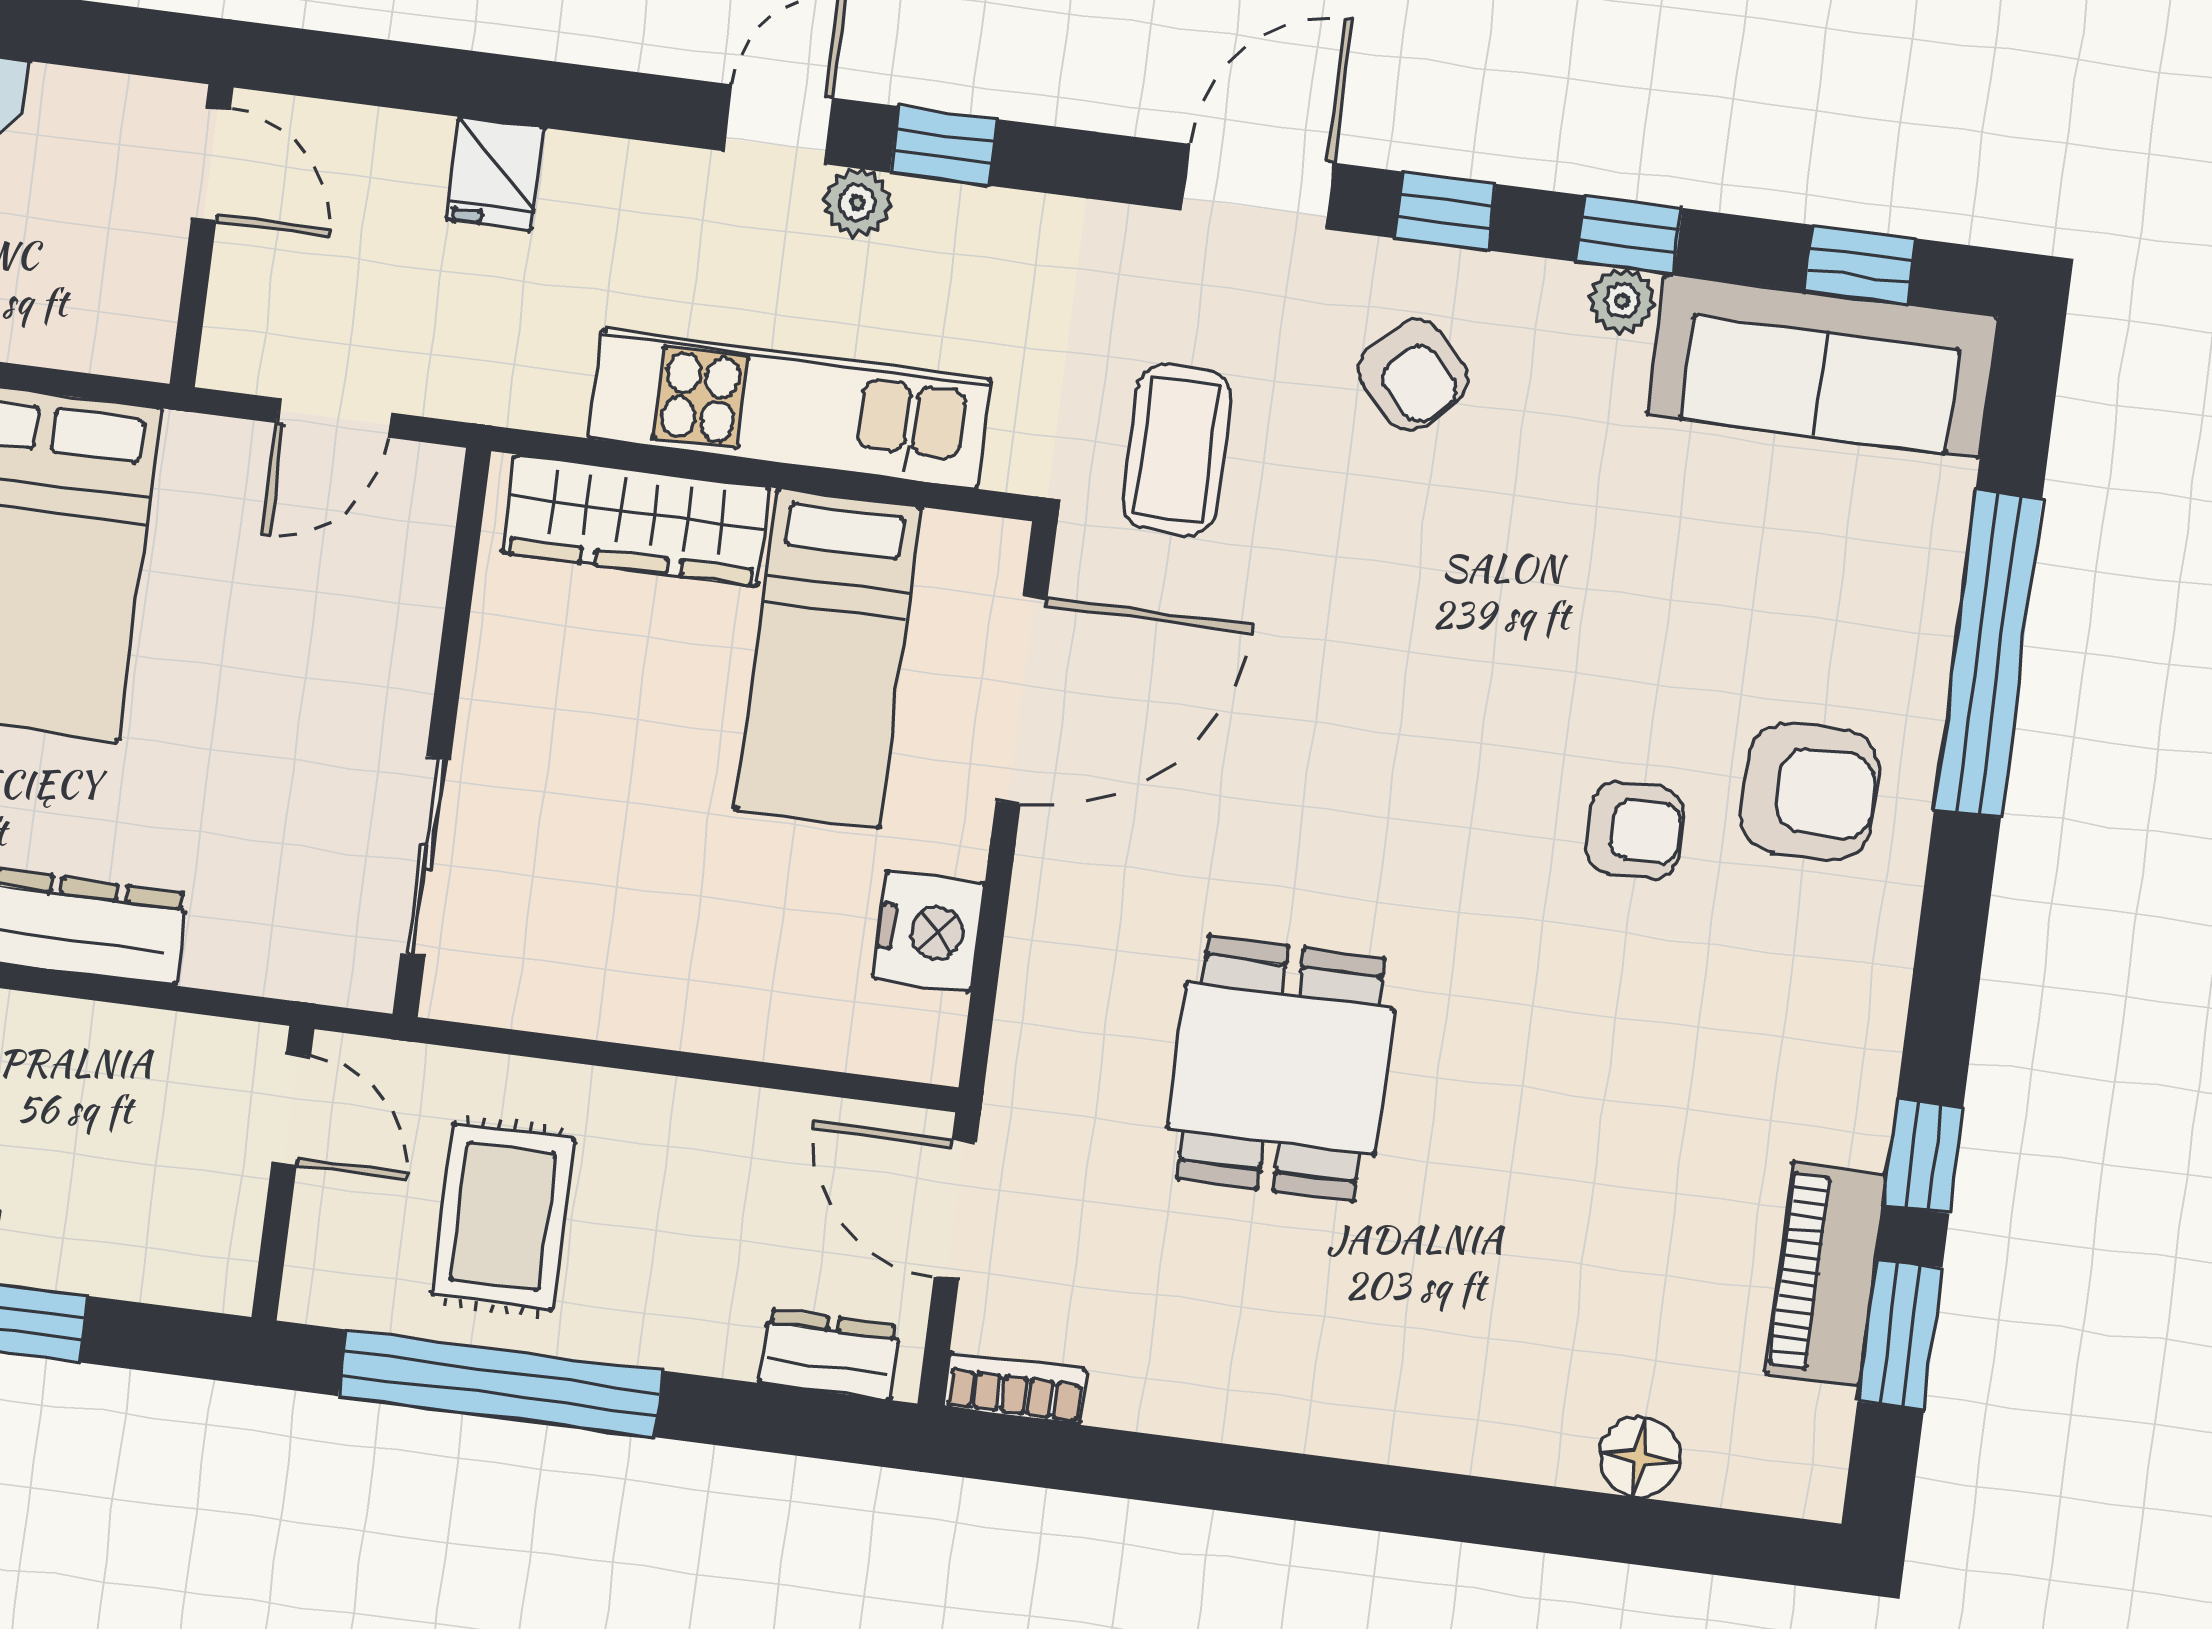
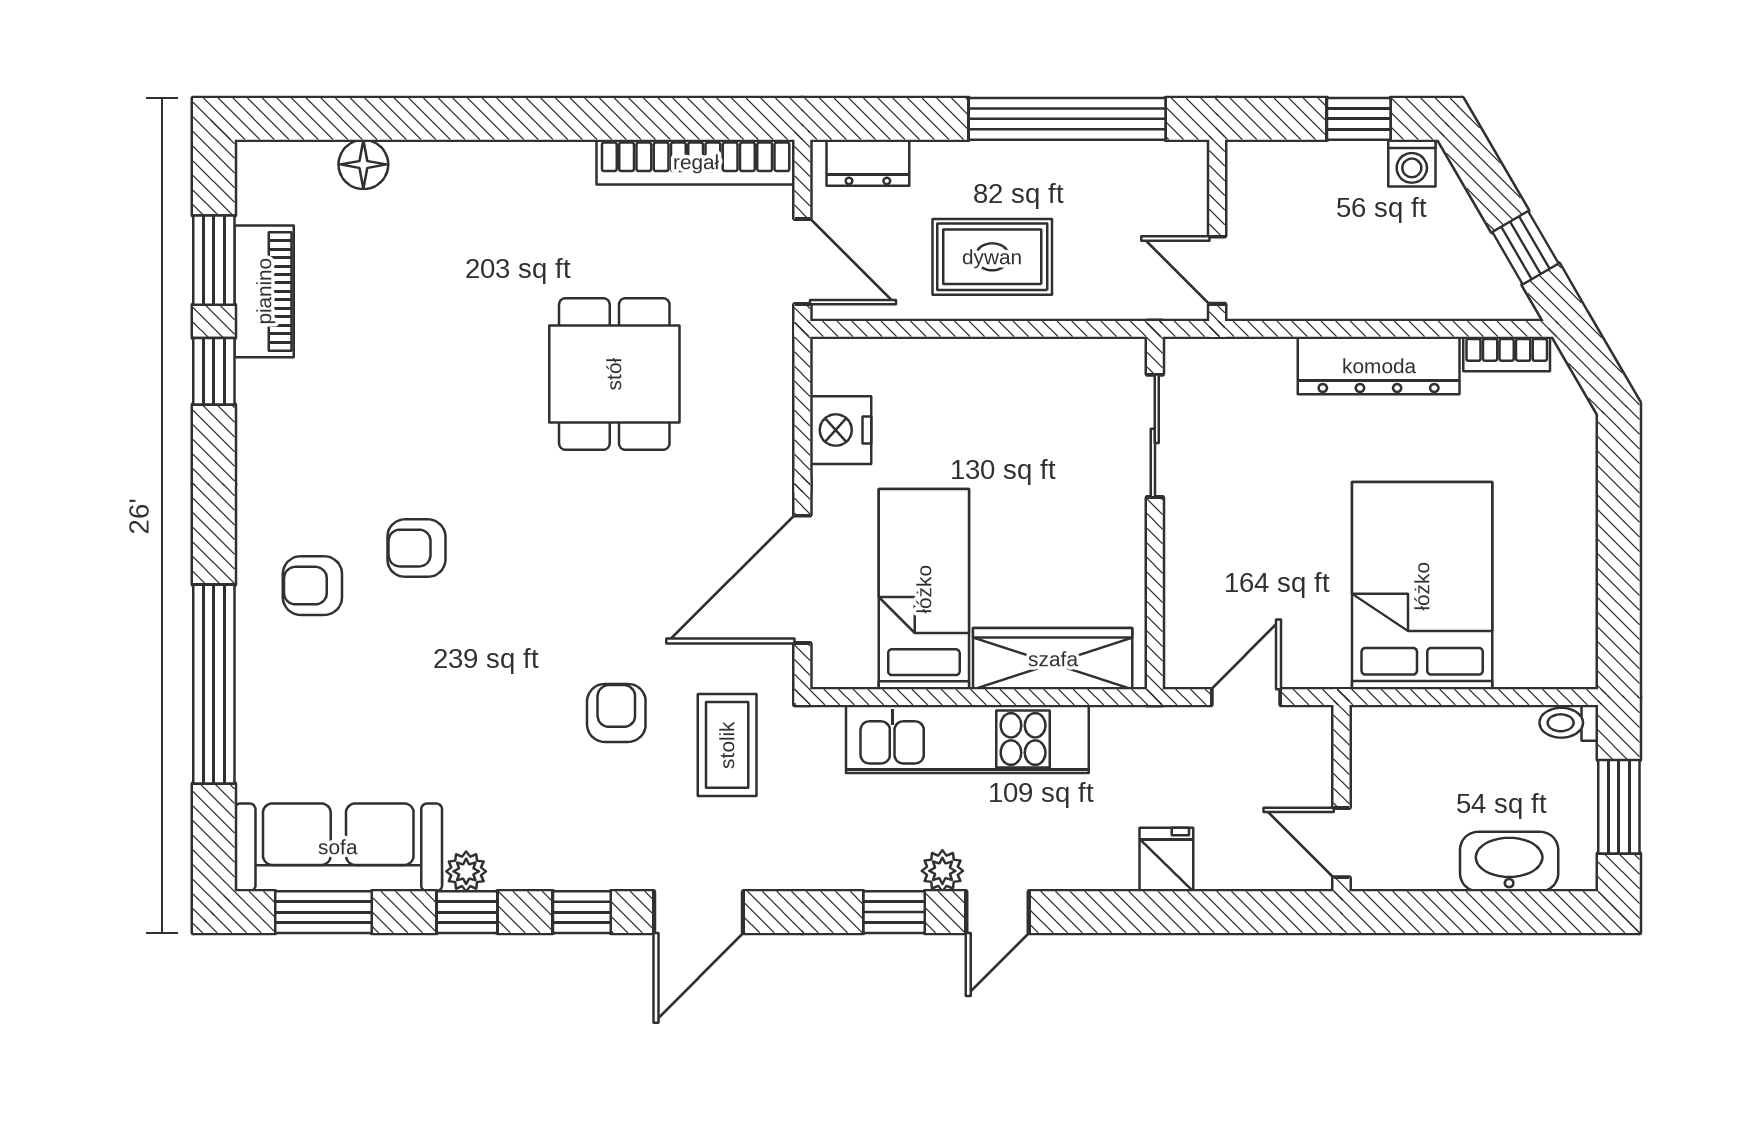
window: (1860, 265) -> (323, 912), width x1.50
armchair: (1413, 374) -> (616, 713), moved, turned 44
armchair: (1809, 792) -> (312, 586), width x0.72, depth x0.72
rug: (503, 1217) -> (992, 257), moved, turned 90
bookcase: (1015, 1388) -> (696, 162), width x2.31, depth x1.31

